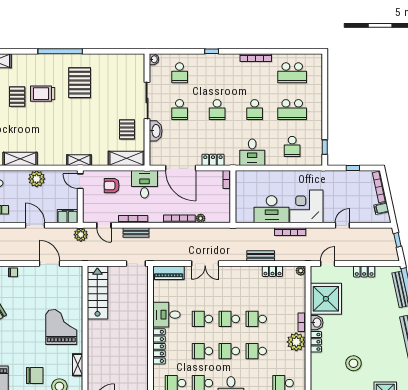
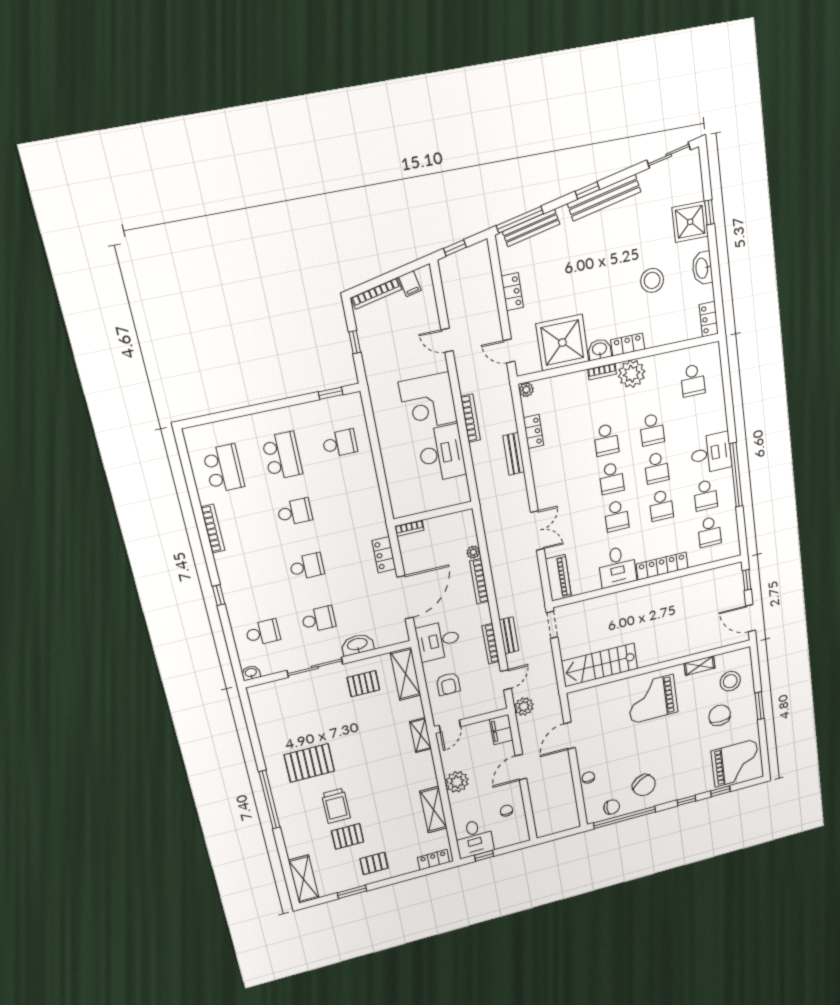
desk: (252, 152) -> (361, 501), removed

